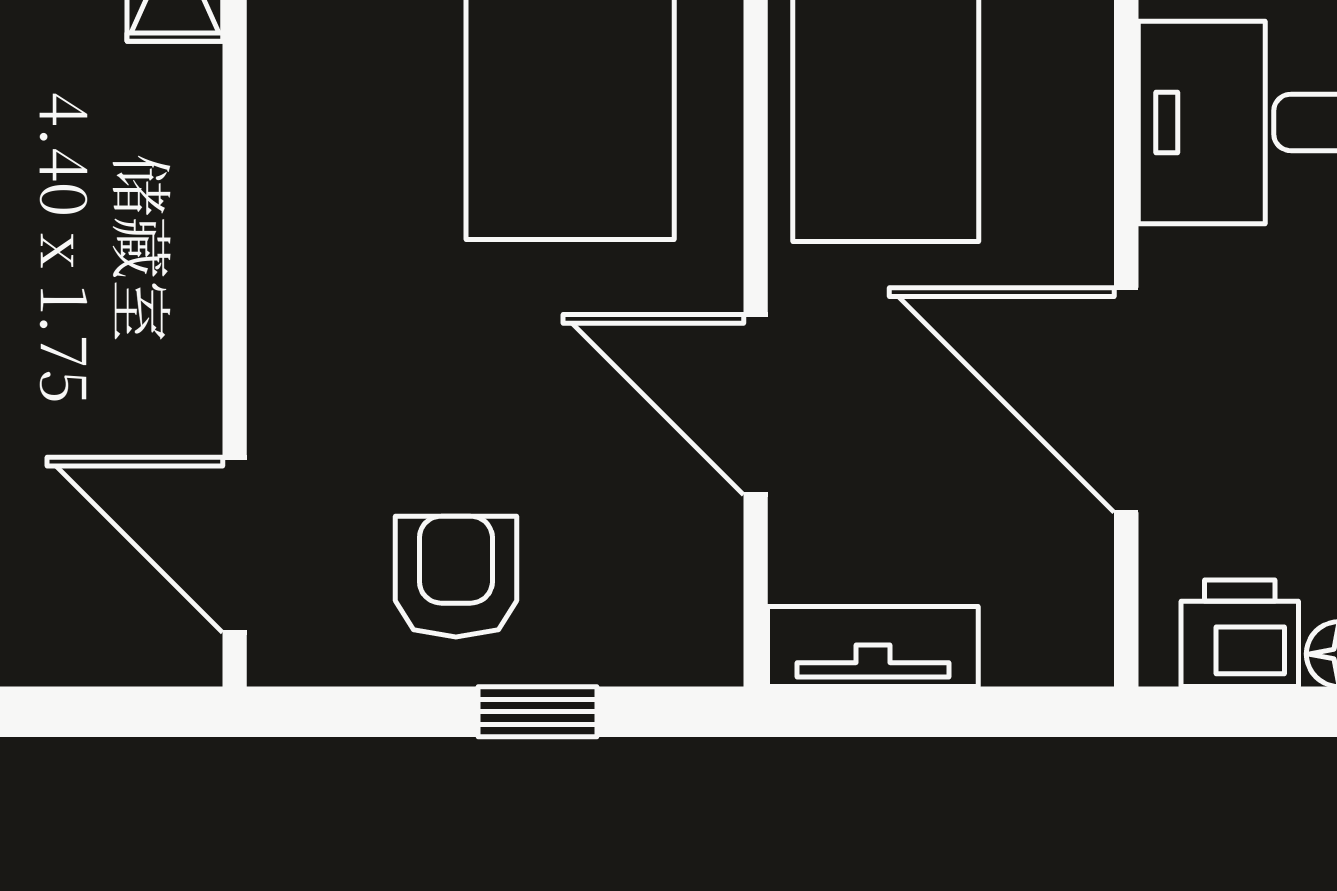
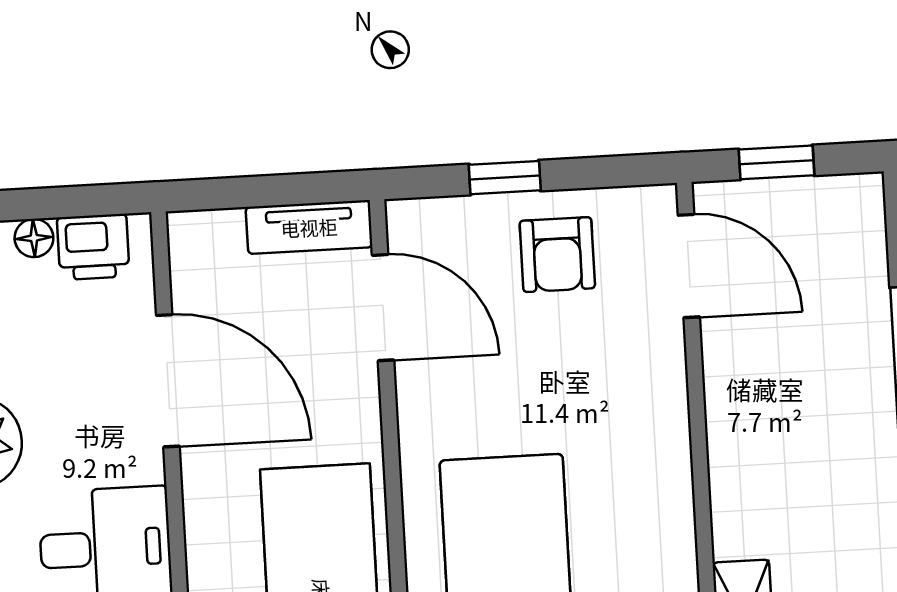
door: (756, 405) -> (383, 308), moved
window: (77, 712) -> (776, 162), added

